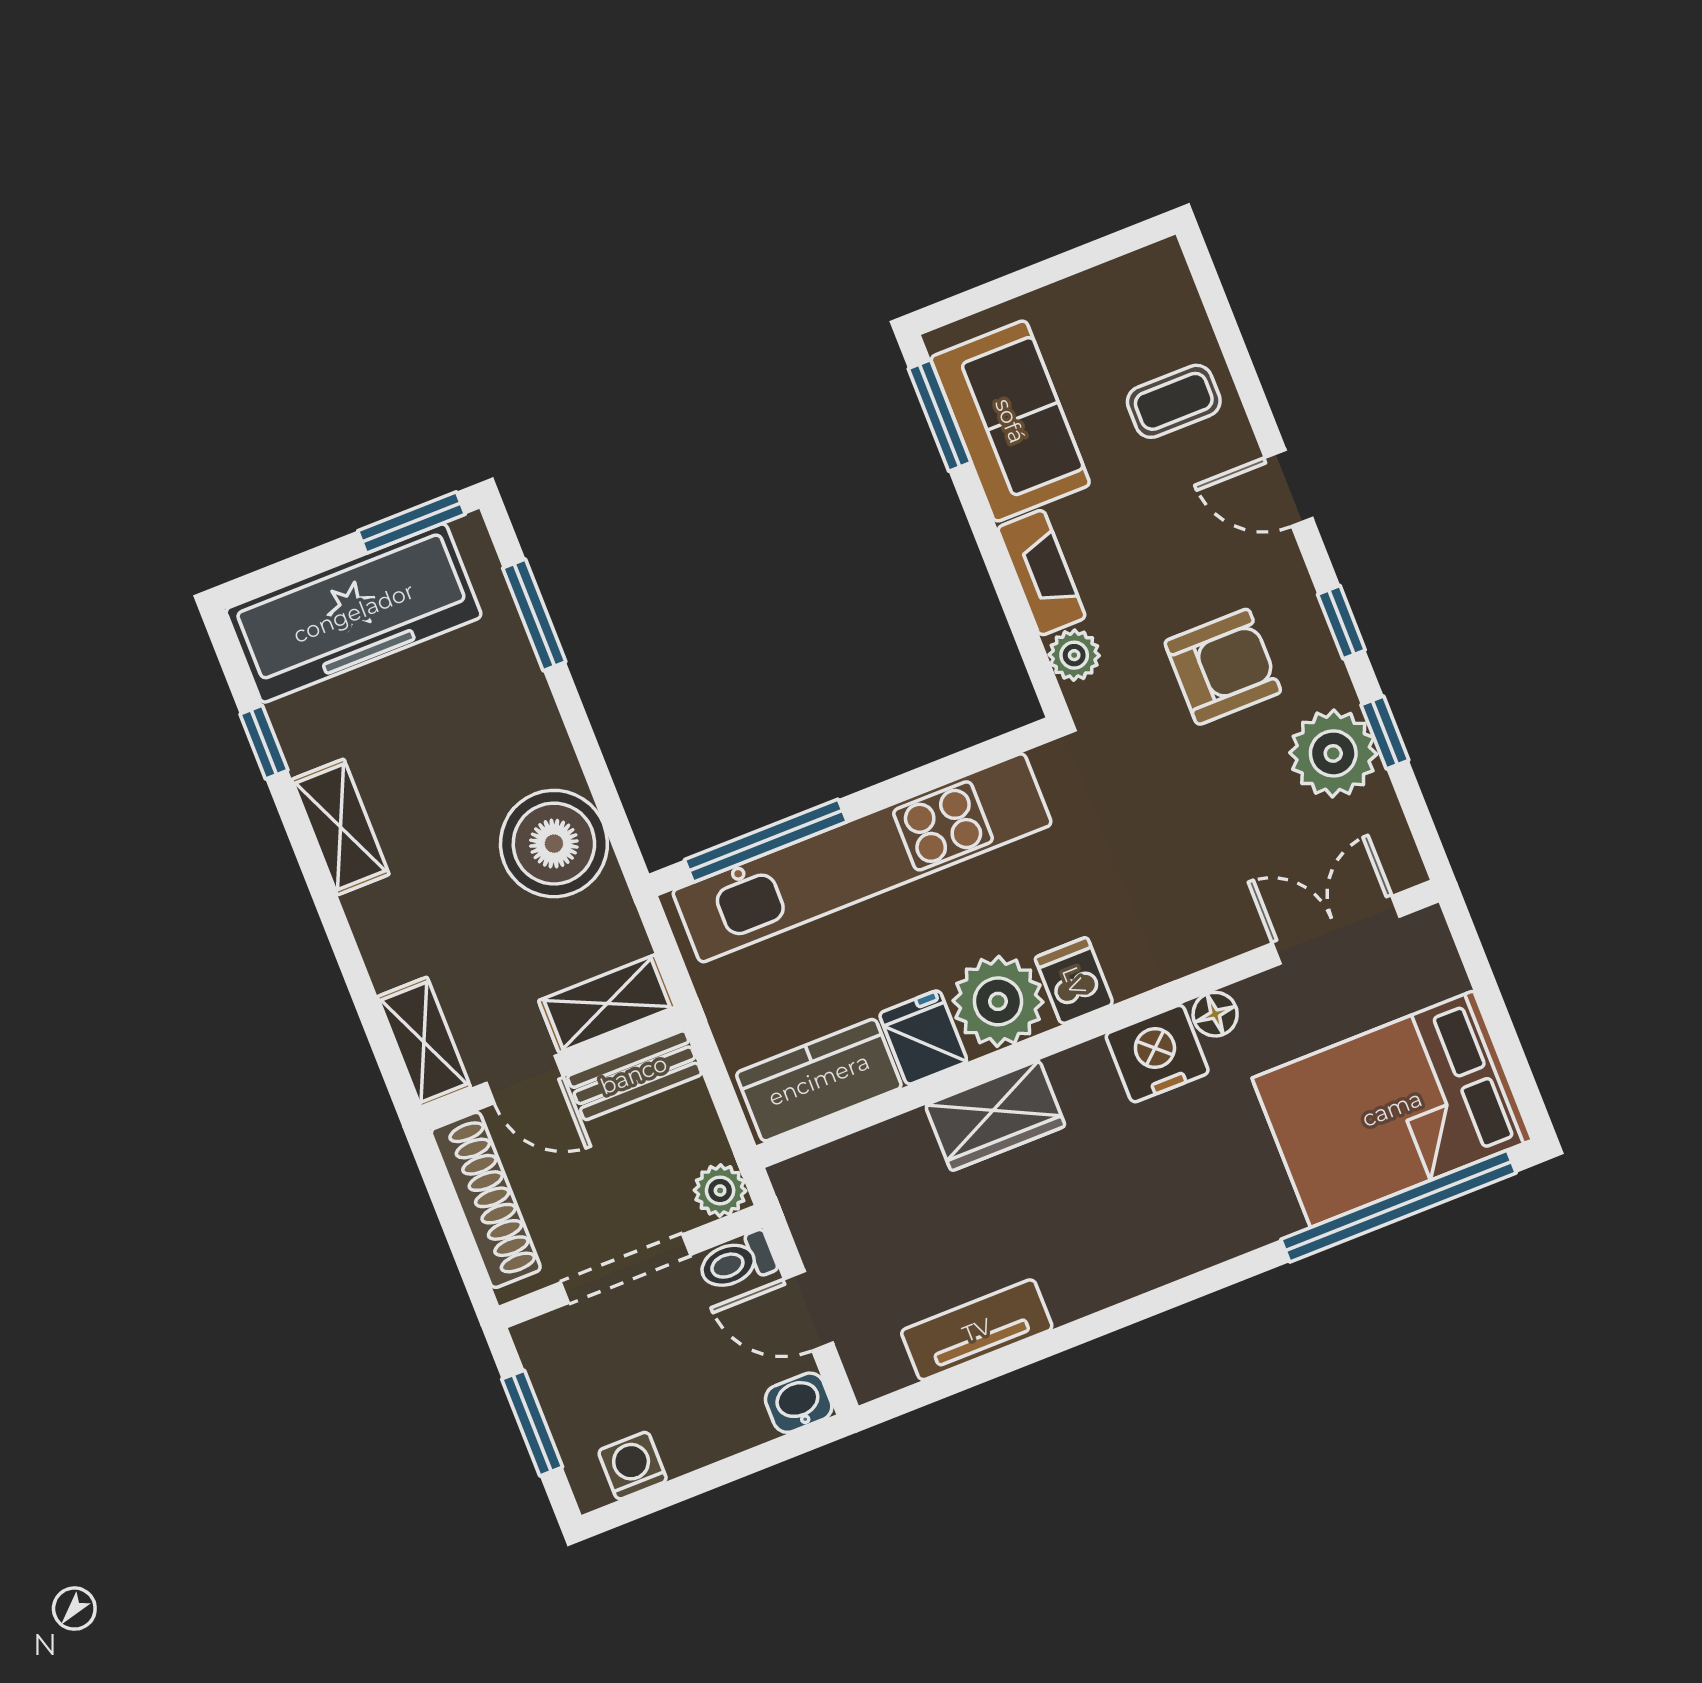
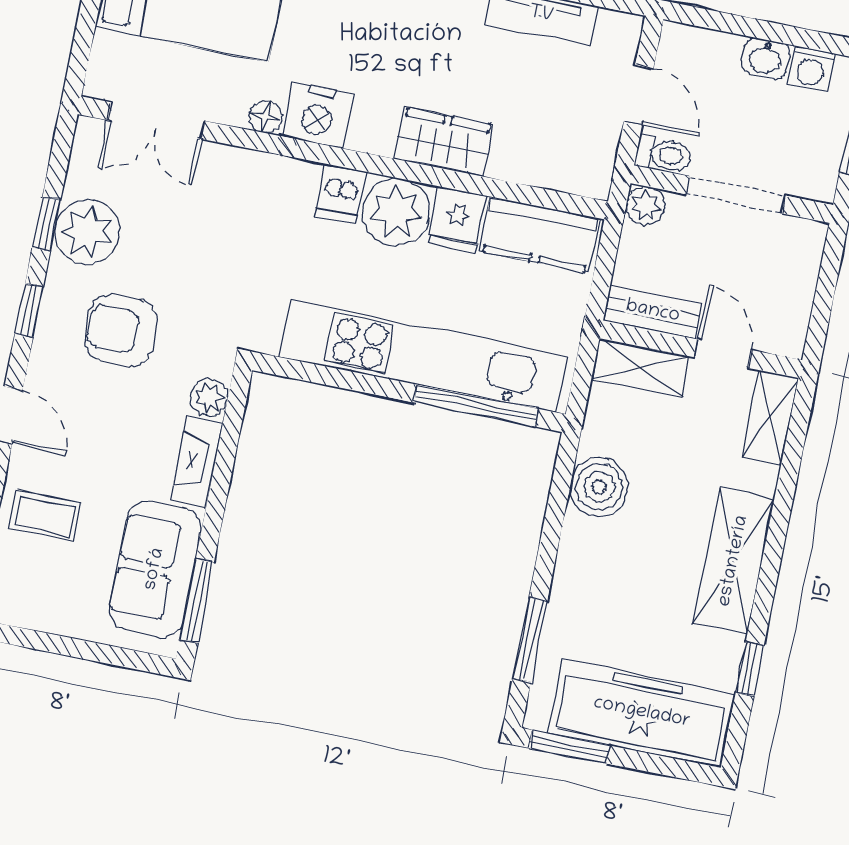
shelving: (341, 827) -> (734, 561), width x1.50, depth x1.33
boiler: (554, 844) -> (599, 487), width x0.73, depth x0.73
shoe rack: (486, 1200) -> (795, 294), removed
washbasin: (799, 1403) -> (766, 58), moved

